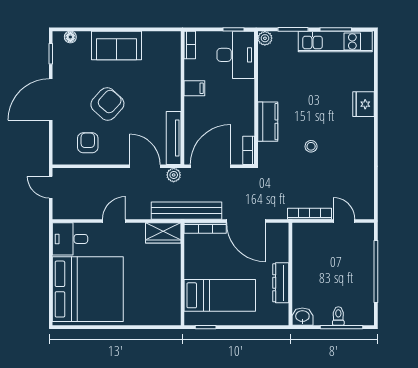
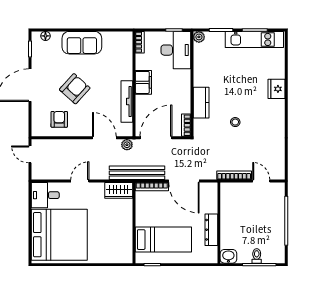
filing cabinet: (194, 88) -> (143, 82), width x2.00
tv unit: (174, 138) -> (127, 102), moved

